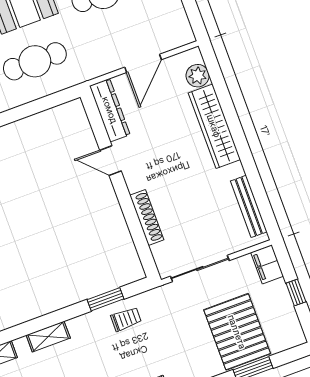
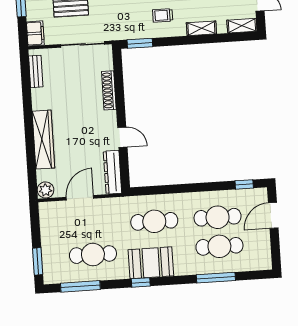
plant: (198, 76) -> (46, 190), moved
bench: (249, 206) -> (36, 71), width x0.73
window: (106, 299) -> (140, 43), moved
trolley: (126, 319) -> (163, 15), moved

